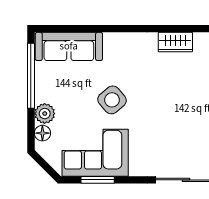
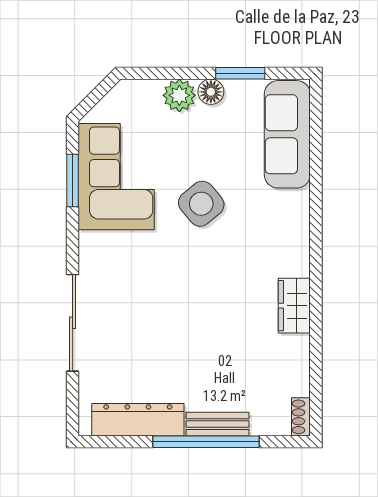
window: (31, 76) -> (240, 73), width x0.47
floor lamp: (42, 133) -> (211, 92), moved

